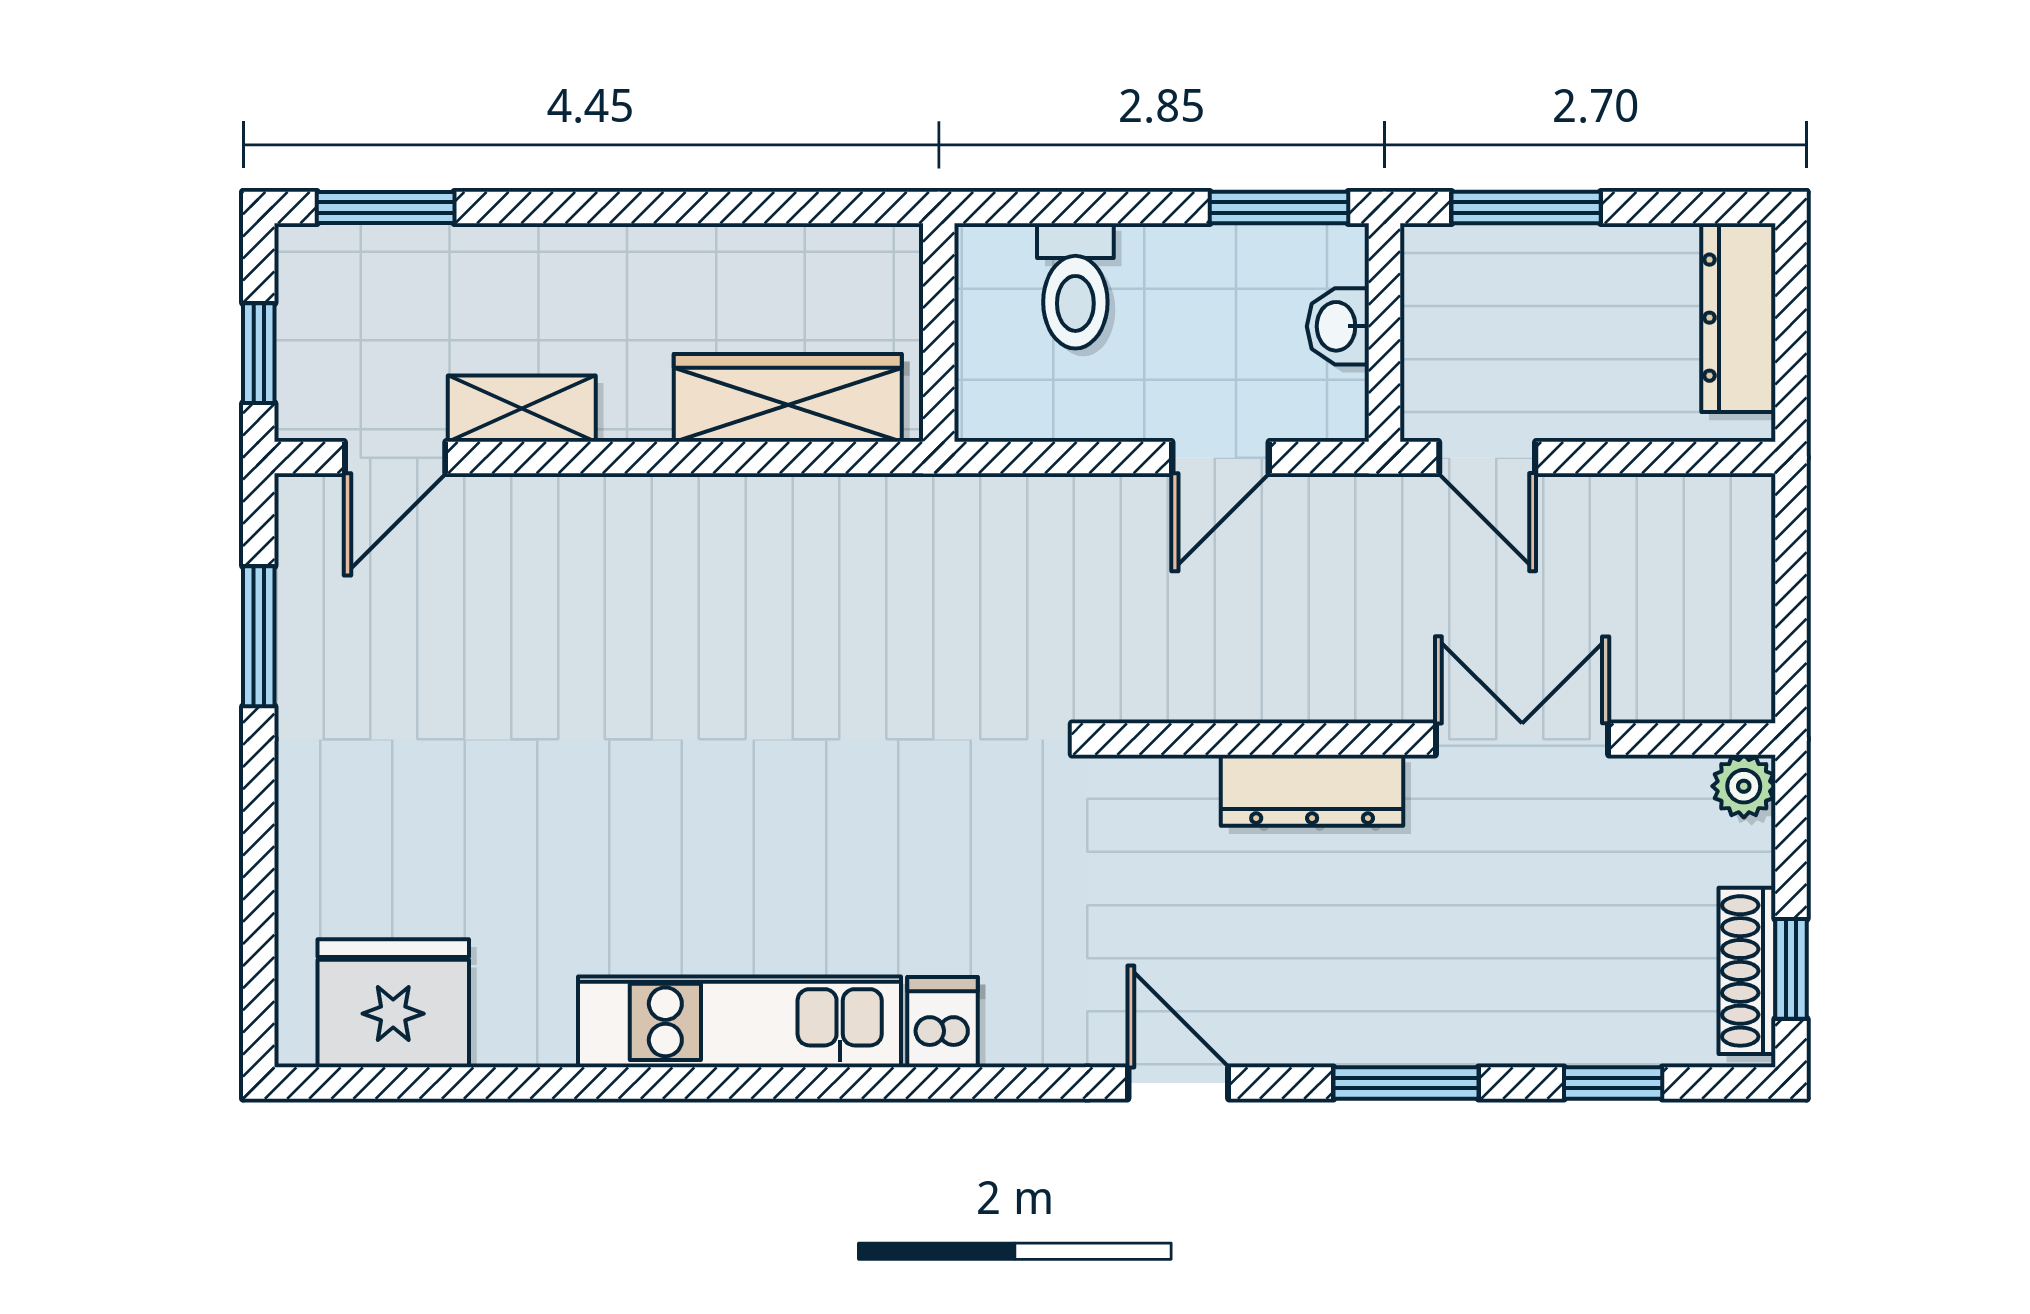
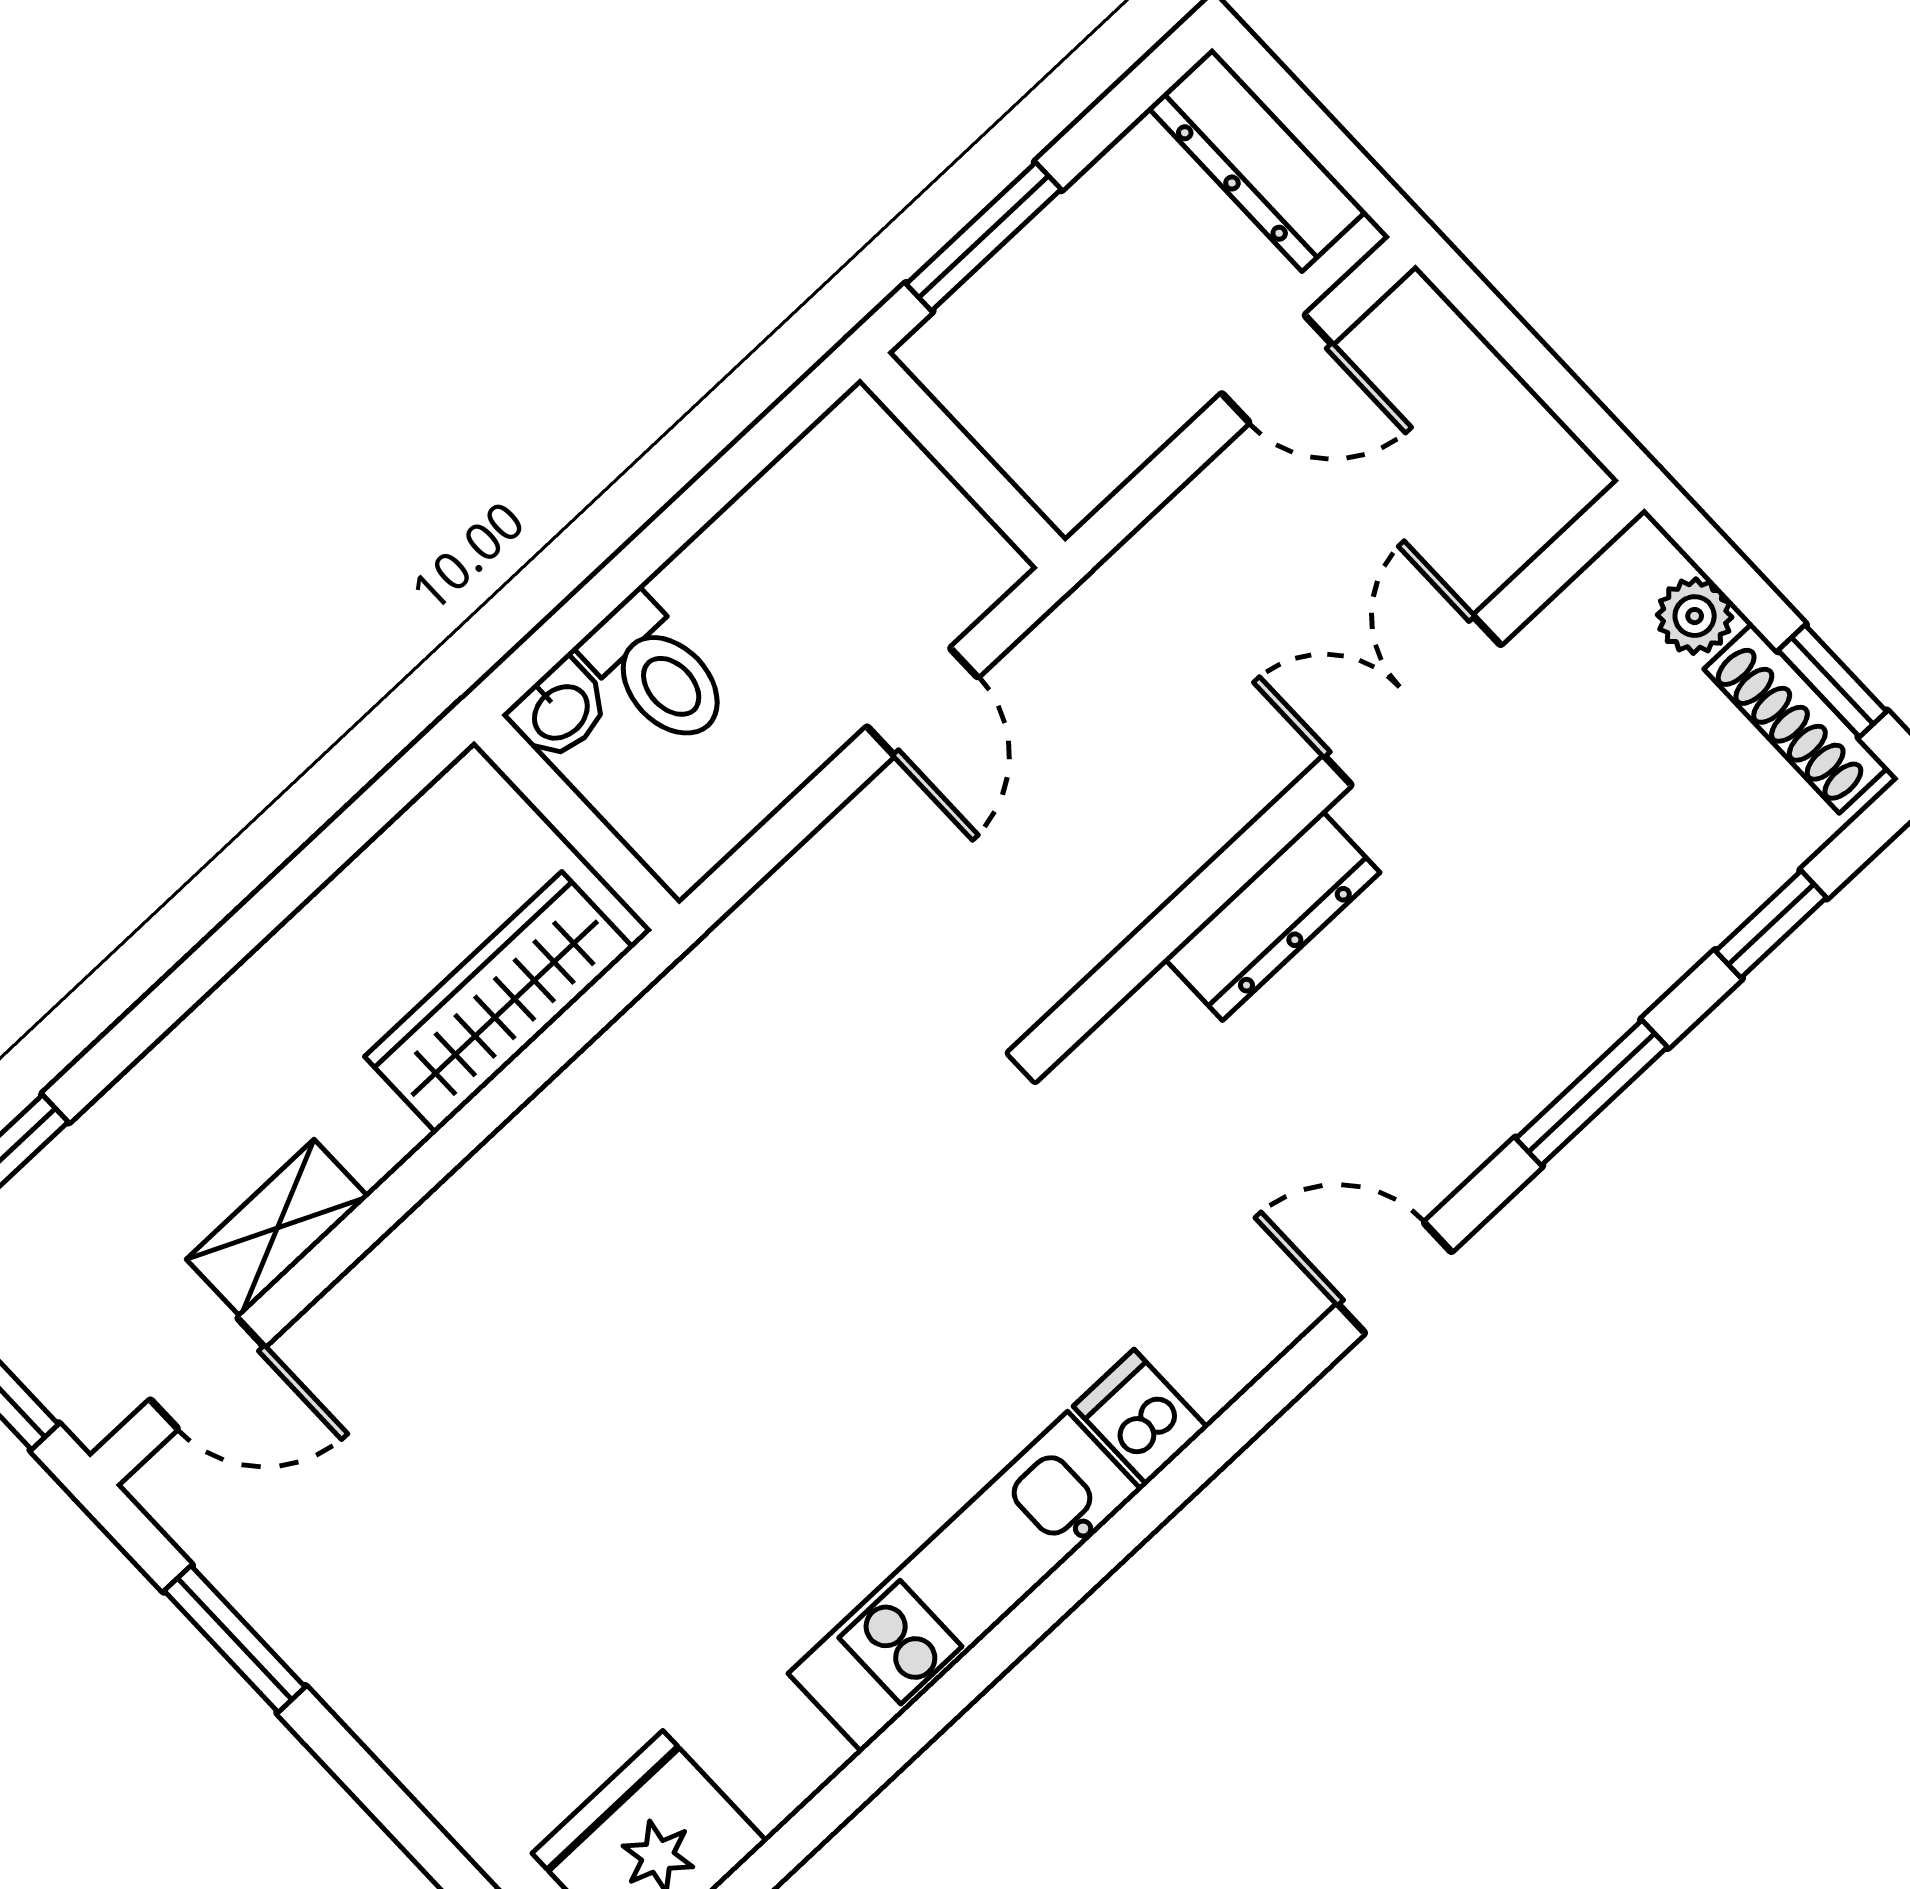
window: (1279, 207) -> (770, 438), removed
washbasin: (1338, 326) -> (559, 711), moved, turned -90
door: (395, 458) -> (207, 1373), hinge flipped
door: (1487, 458) -> (1277, 369), moved
plant: (1744, 786) -> (1695, 616), moved

